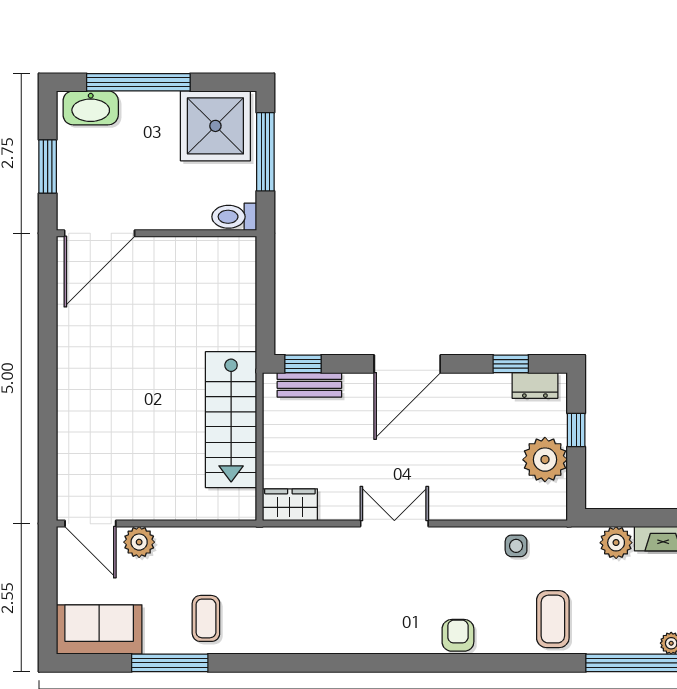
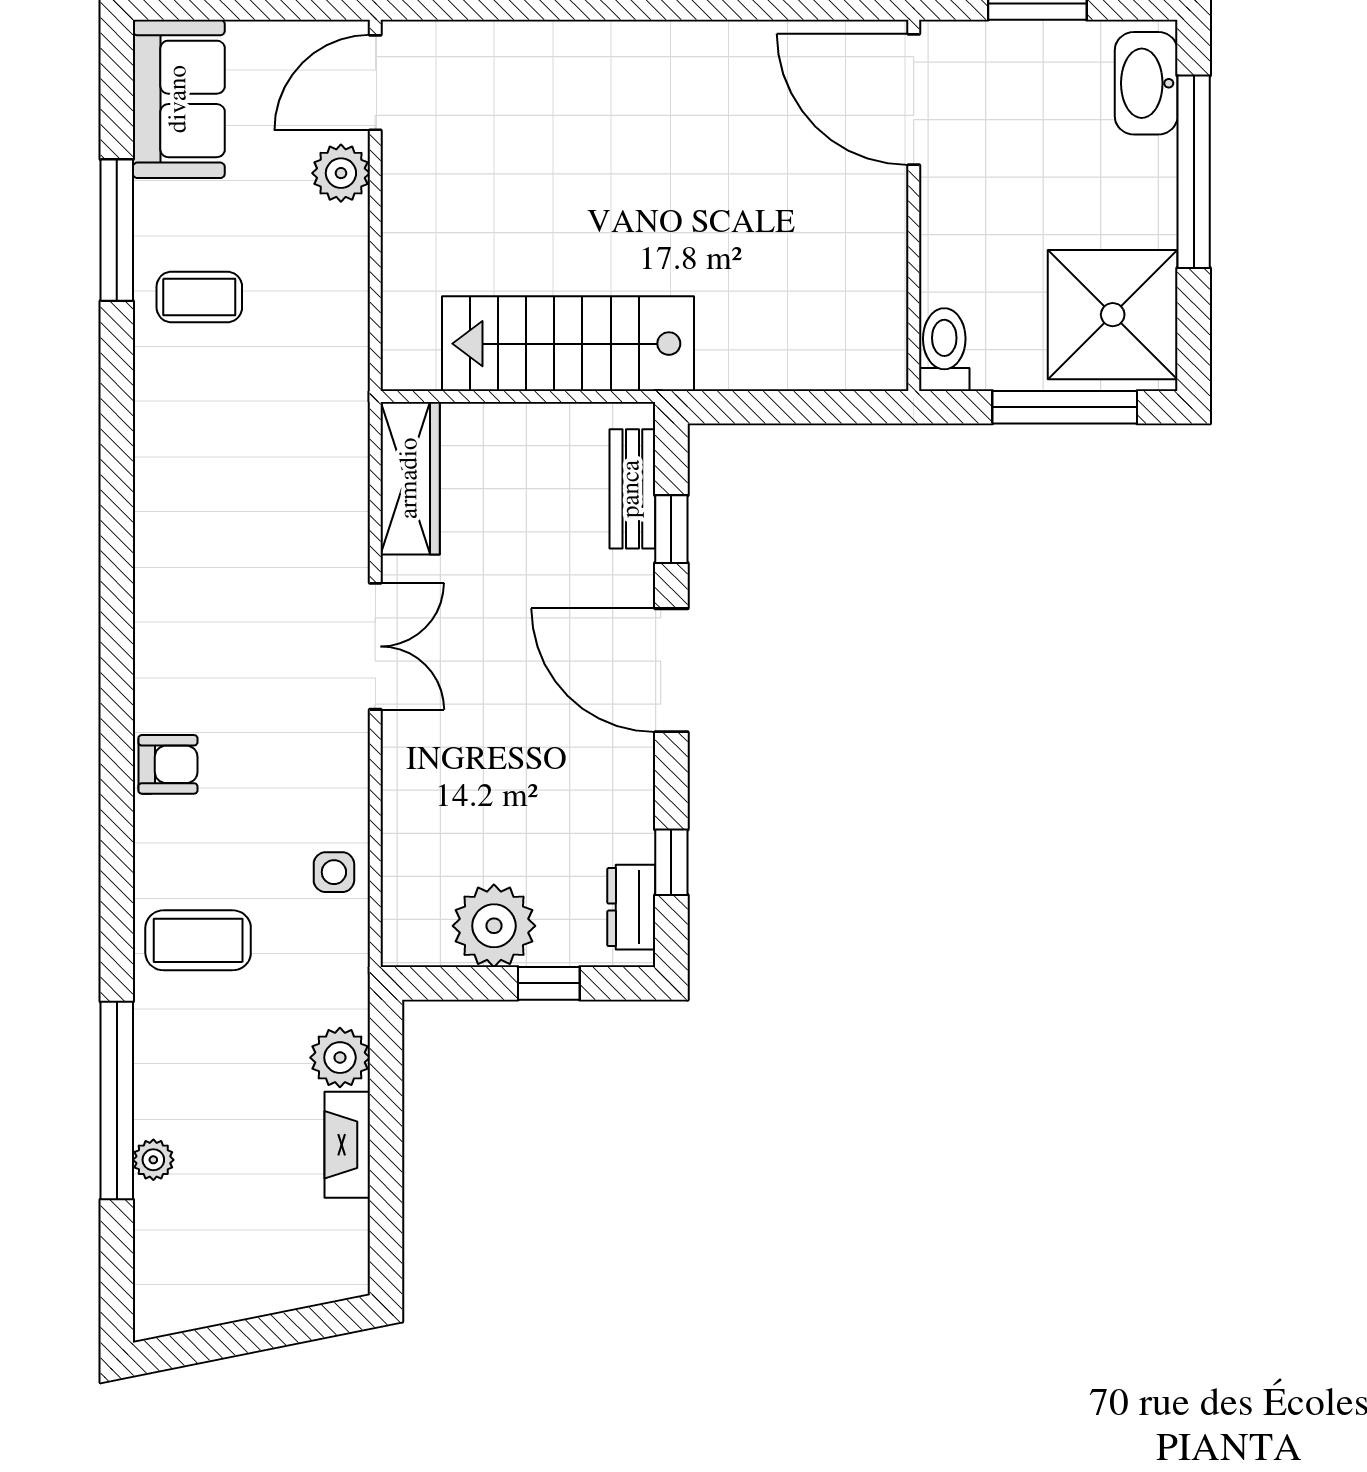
window: (303, 364) -> (671, 529), moved
wardrobe: (290, 505) -> (410, 478), width x1.50

